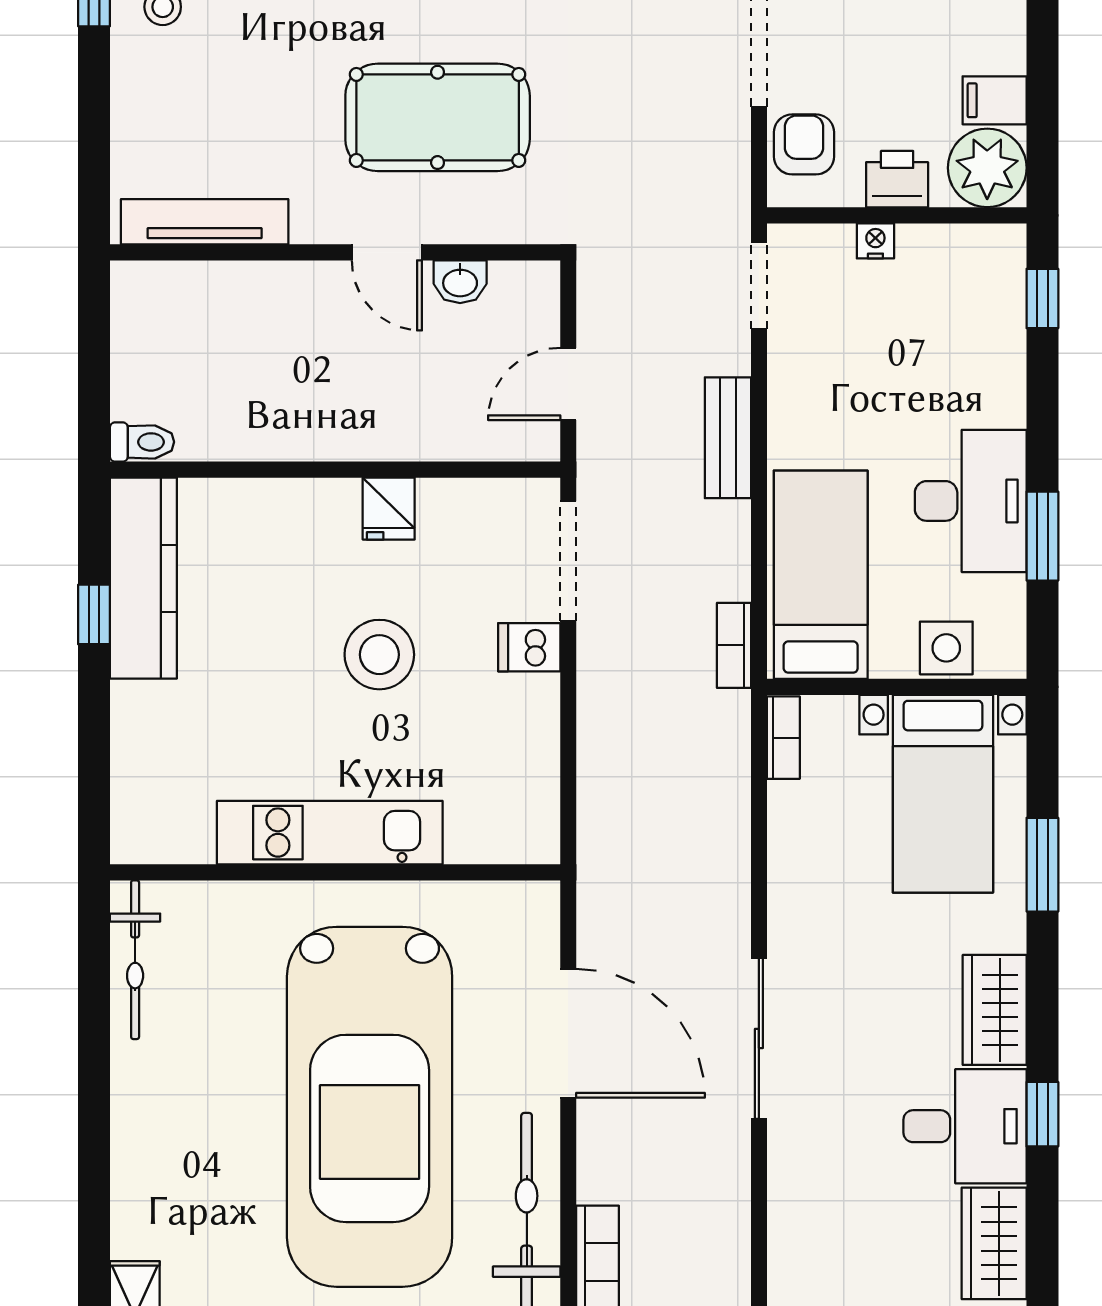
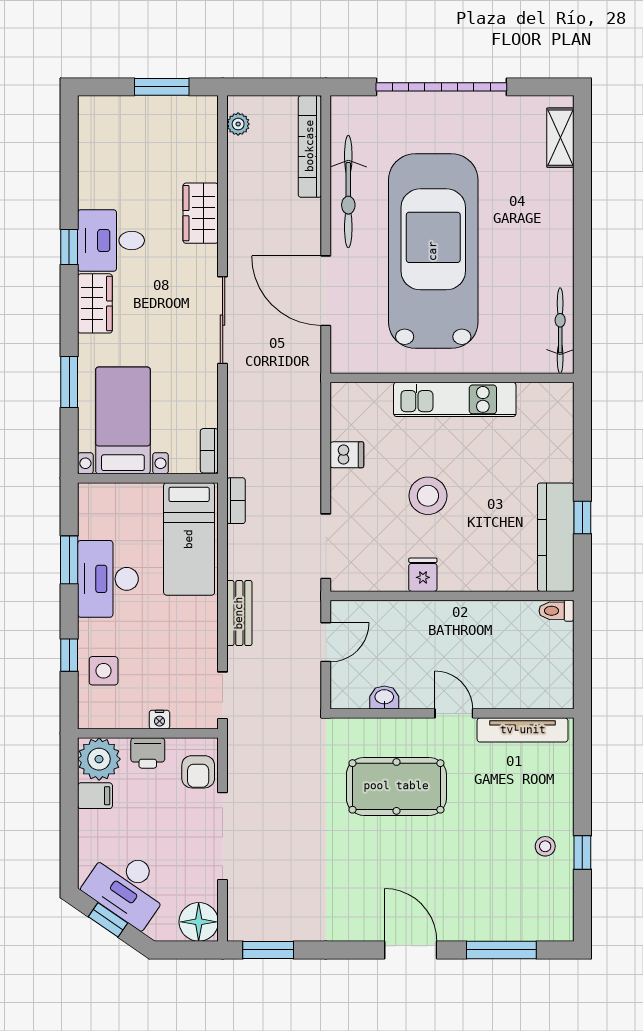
door: (387, 252) -> (454, 713), moved
window: (1042, 299) -> (69, 655), moved
dishwasher: (529, 647) -> (347, 455), moved
side table: (946, 648) -> (104, 671), moved
sliding door: (759, 1038) -> (223, 320), moved
wardrobe: (994, 1243) -> (201, 213), moved, turned 180

